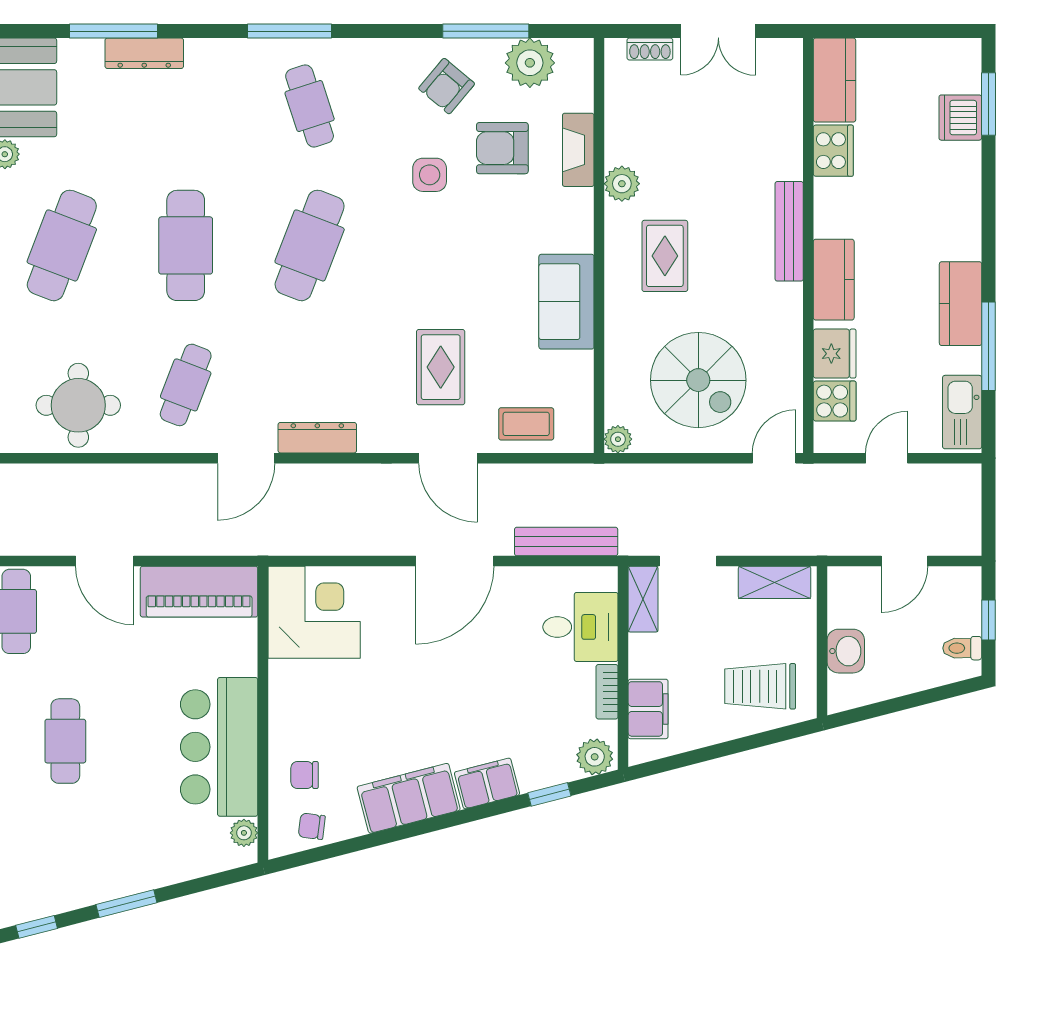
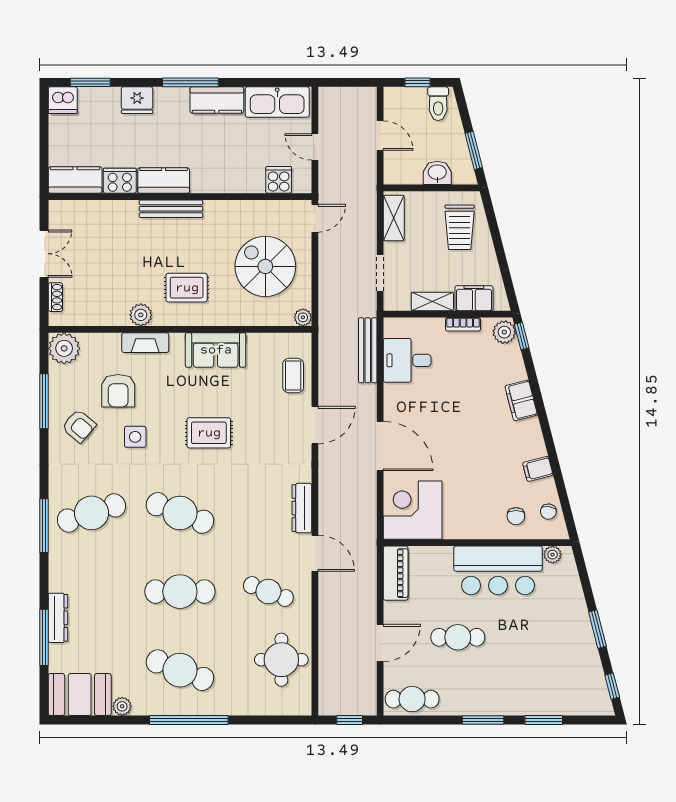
plant: (530, 63) -> (64, 348), moved
cafe table: (310, 106) -> (91, 513), width x1.37, depth x1.35
dishwasher: (960, 118) -> (63, 100), moved
fireplace: (578, 150) -> (145, 343), moved
kitchen counter: (834, 280) -> (164, 180), moved
window: (988, 346) -> (190, 82), moved
fridge: (835, 354) -> (137, 100), moved, turned 180
rug: (441, 367) -> (209, 433), moved
spiral stairs: (698, 380) -> (265, 266), turned -90
kitchen sink: (962, 412) -> (277, 102), width x1.36, depth x1.24
door: (774, 458) -> (315, 218), swing flipped
door: (455, 561) -> (380, 446), moved
piano: (199, 592) -> (396, 573), width x0.73, depth x0.75
shelving: (643, 599) -> (432, 301), moved
desk: (580, 627) -> (407, 360), moved, turned -90
toilet: (962, 648) -> (438, 104), width x1.37, depth x1.39
window: (881, 709) -> (474, 150), added
cafe table: (65, 741) -> (458, 637), moved
window: (549, 794) -> (522, 336), moved
filing cabinet: (409, 798) -> (538, 469), width x0.33, depth x0.86

